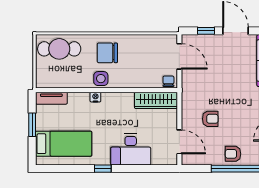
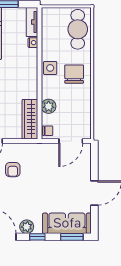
window: (206, 31) -> (94, 166), removed
plant: (142, 80) -> (49, 106), added
nightstand: (95, 97) -> (33, 43), moved

